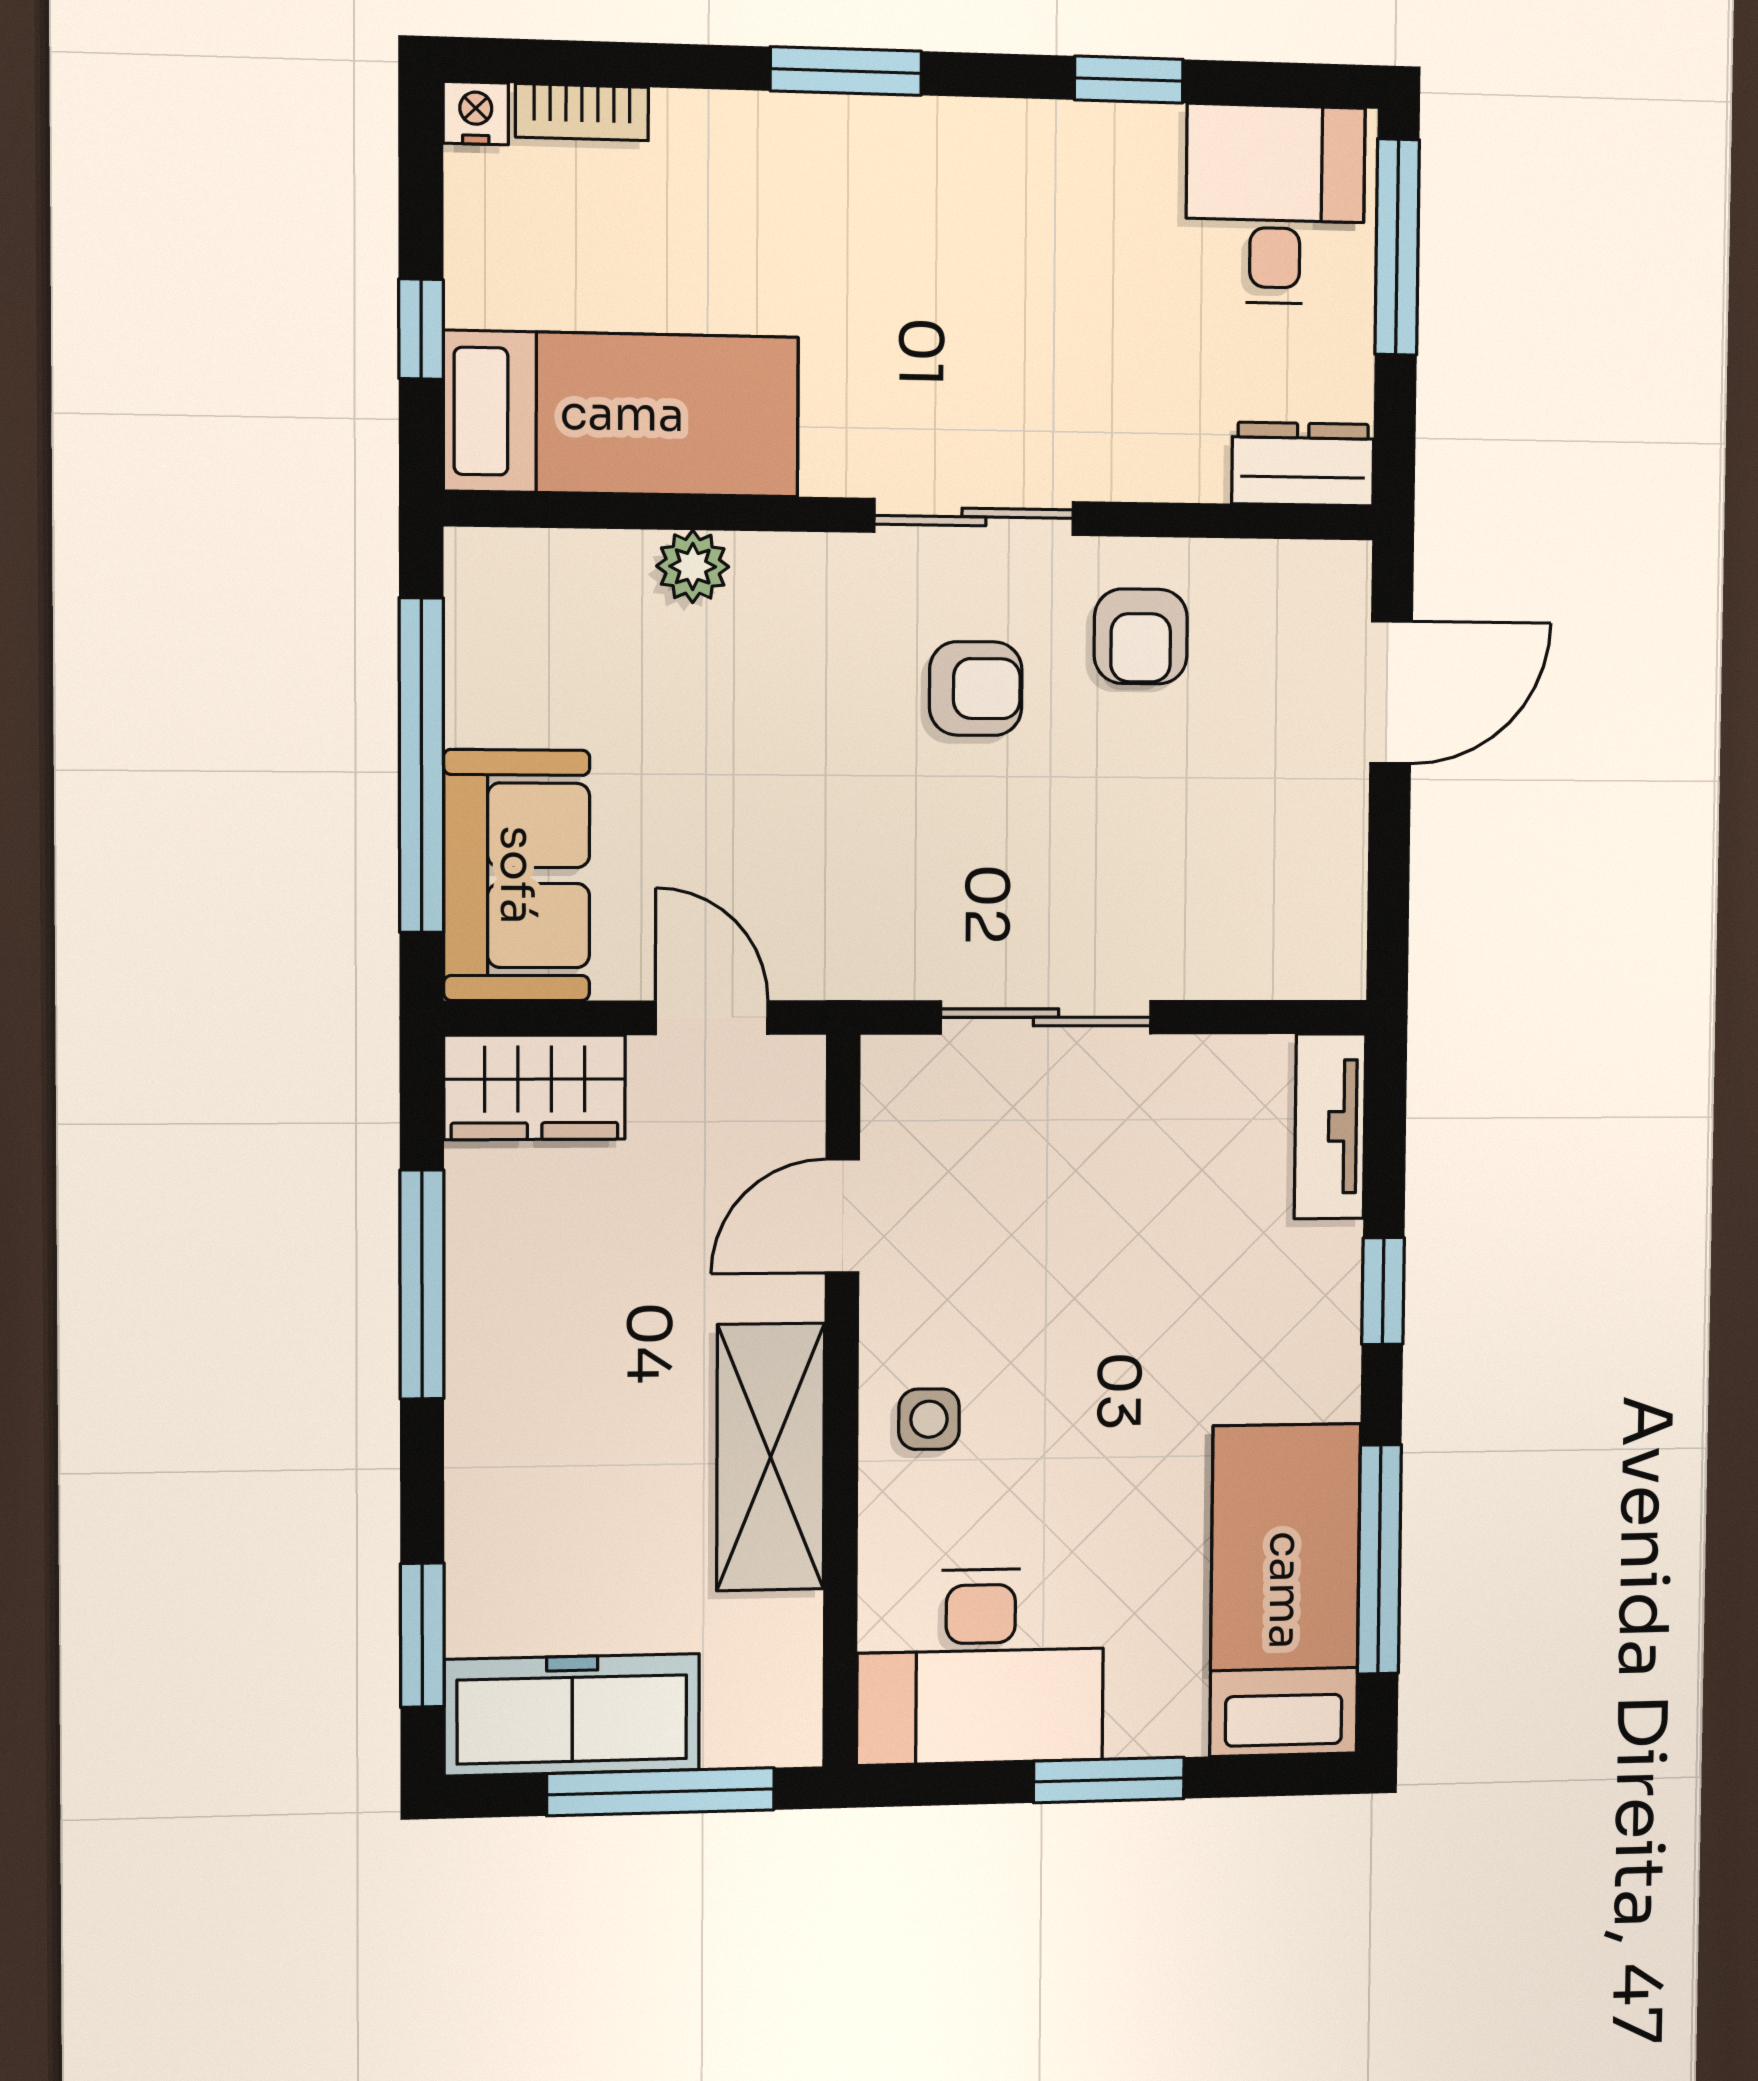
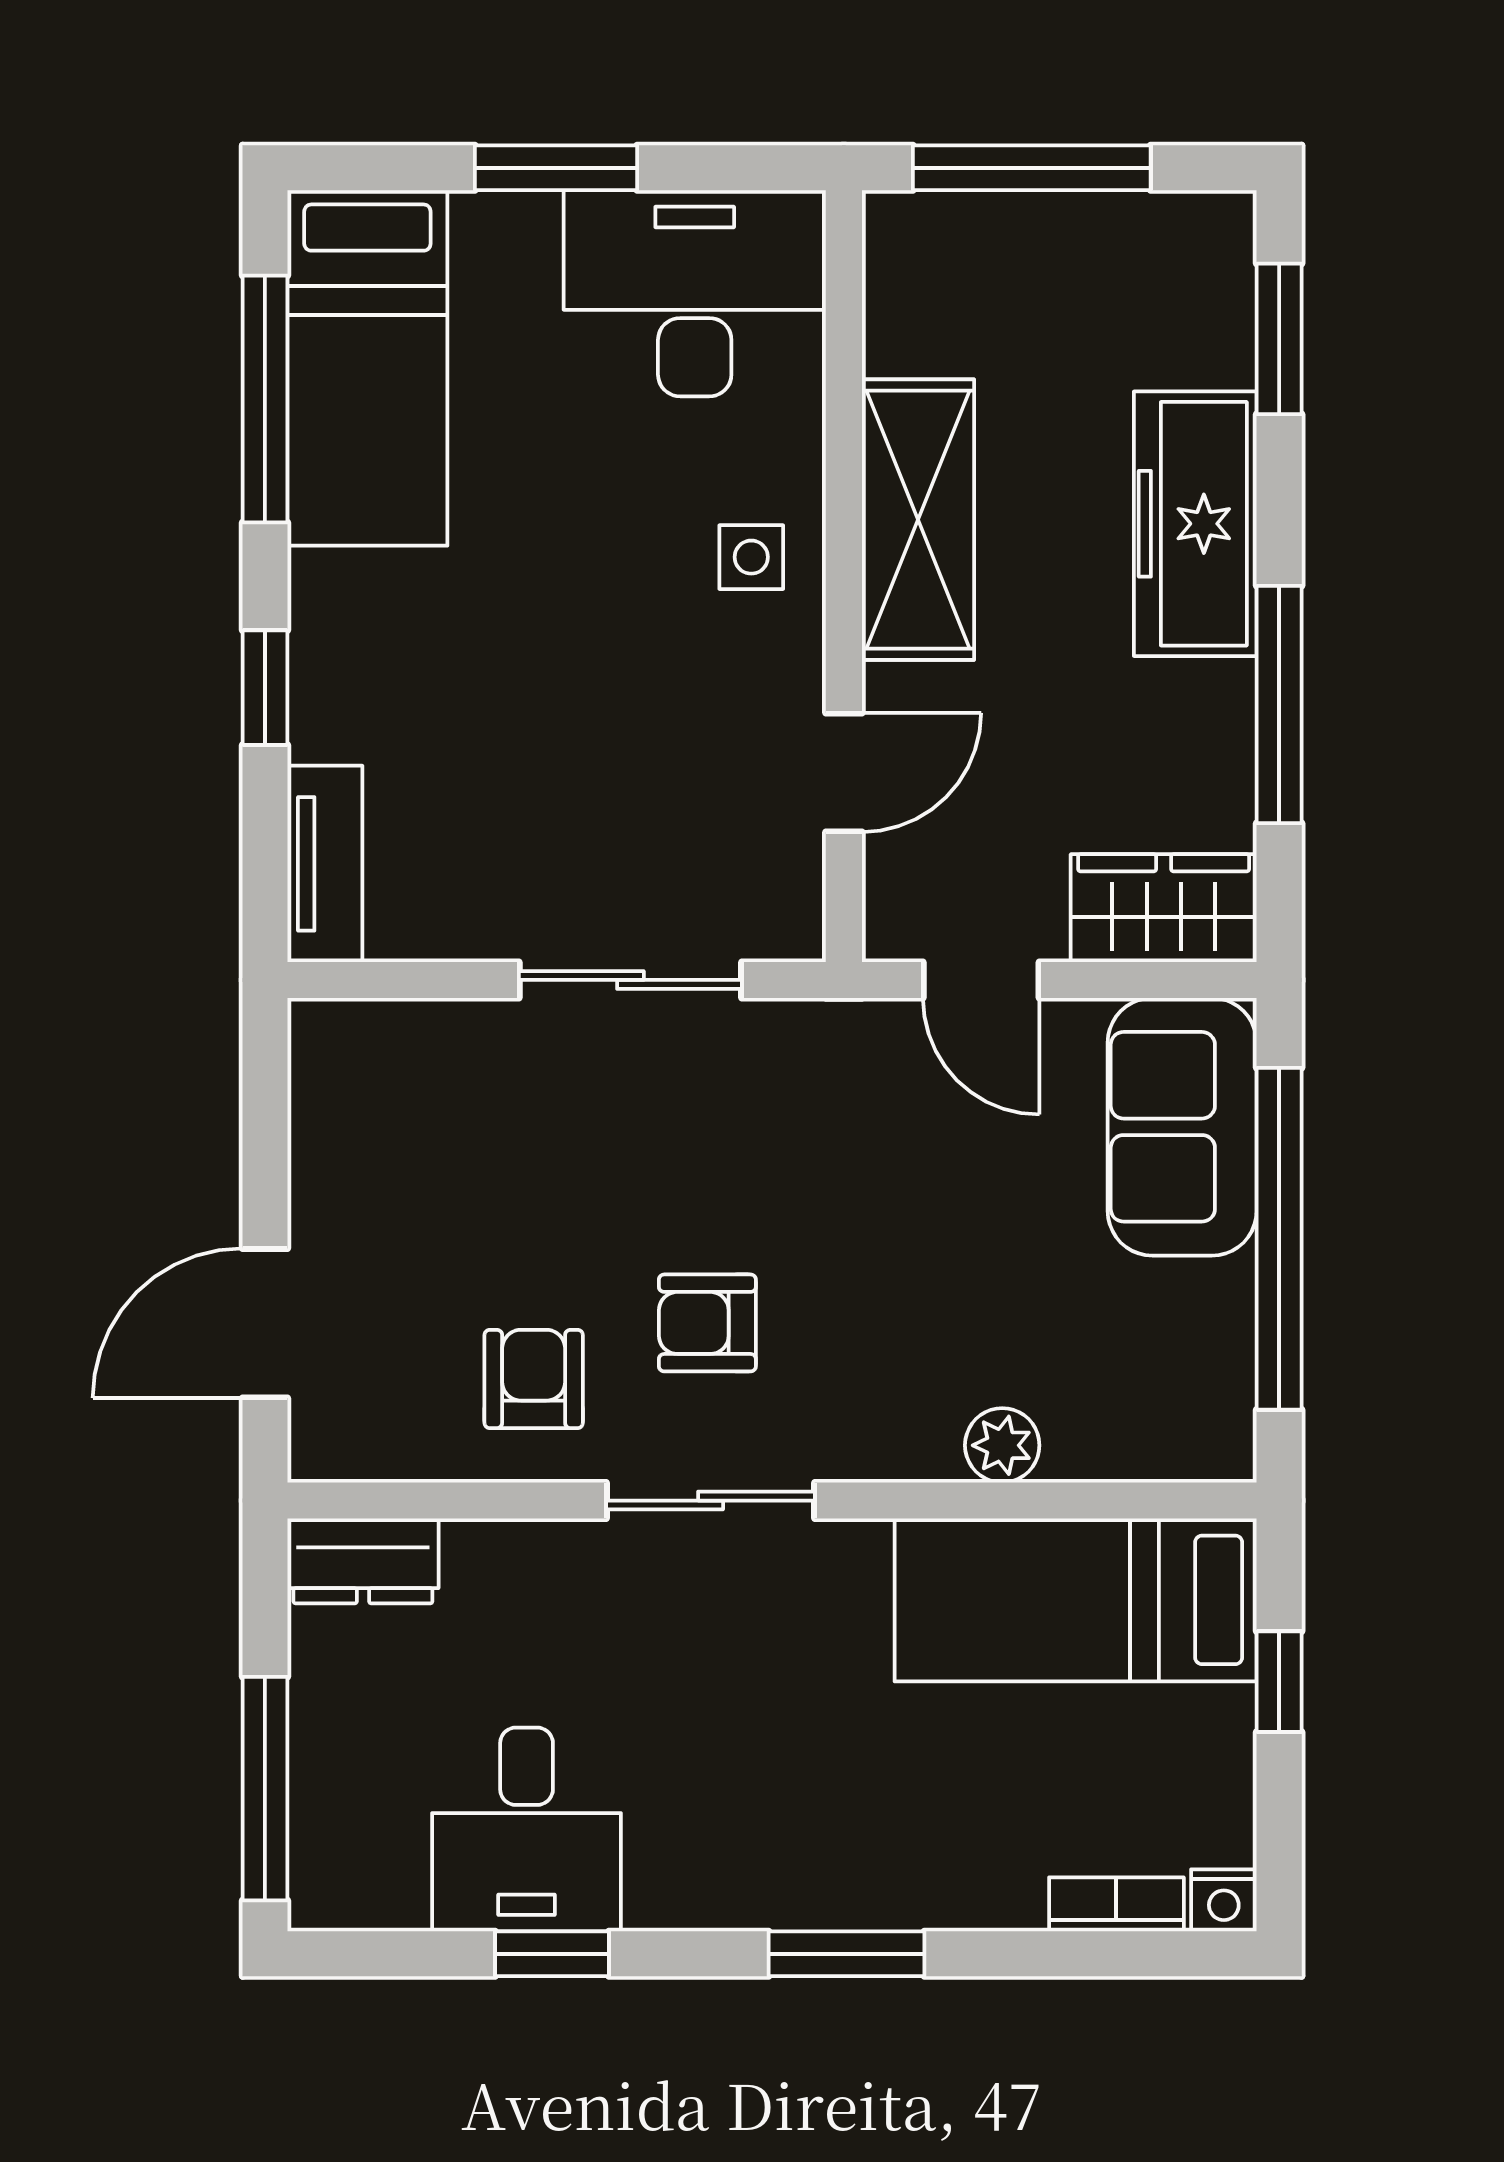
desk: (1275, 205) -> (527, 1829), moved
freezer: (572, 1715) -> (1195, 524), moved, turned 90

